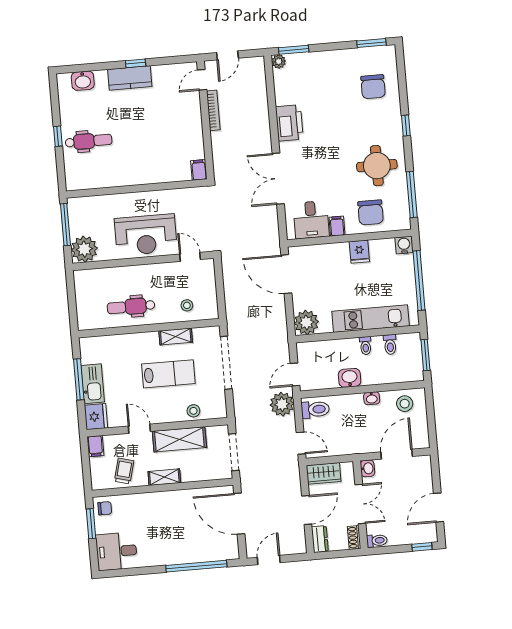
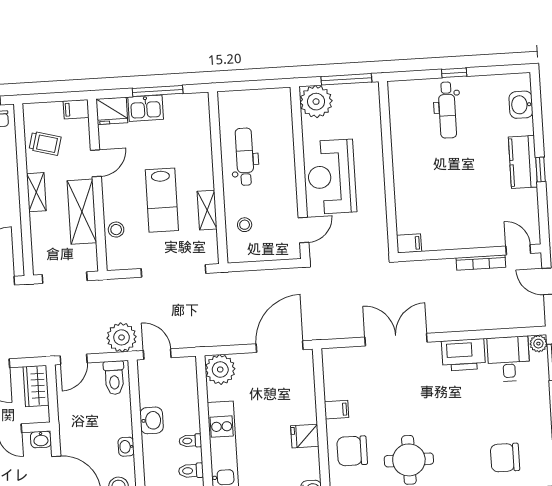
desk: (311, 220) -> (509, 359), moved, turned 90
kitchen sink: (93, 384) -> (146, 108), width x0.73

